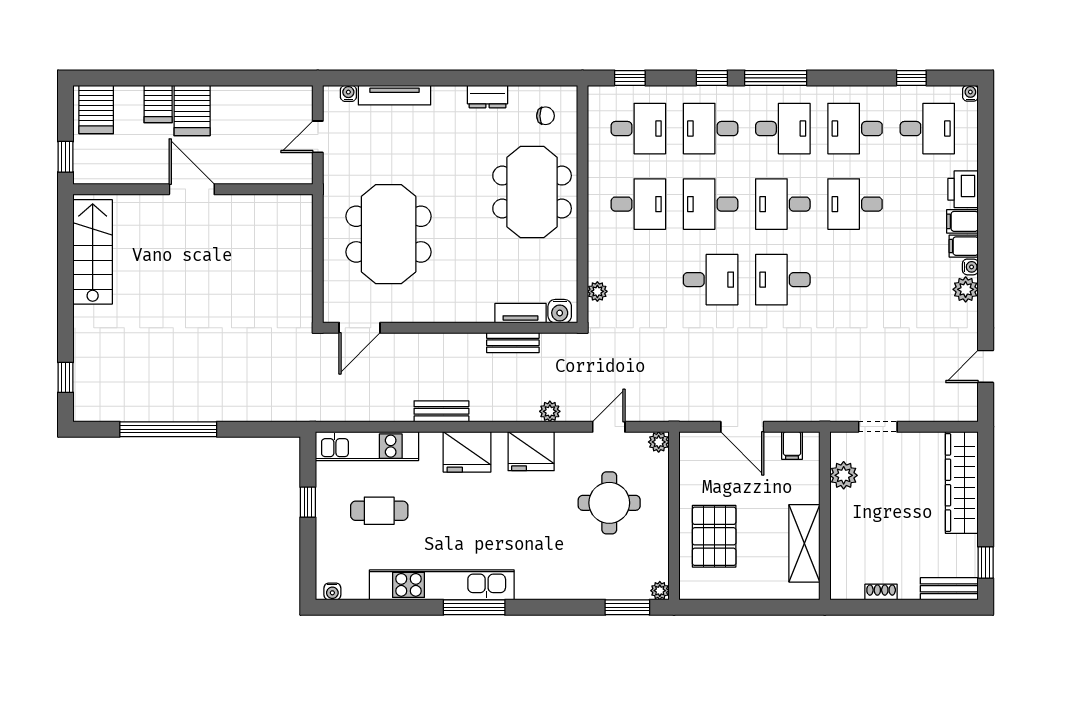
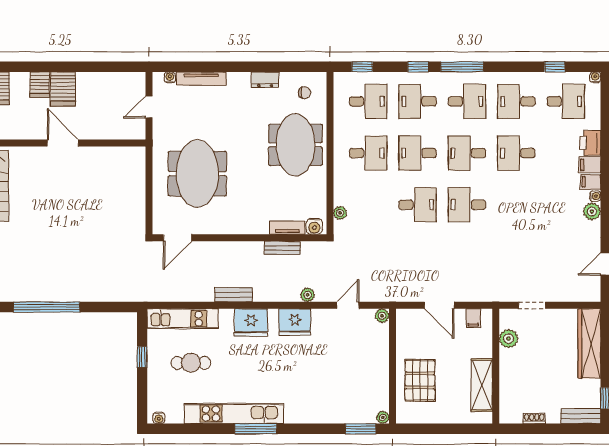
round table: (609, 503) -> (348, 357), removed

